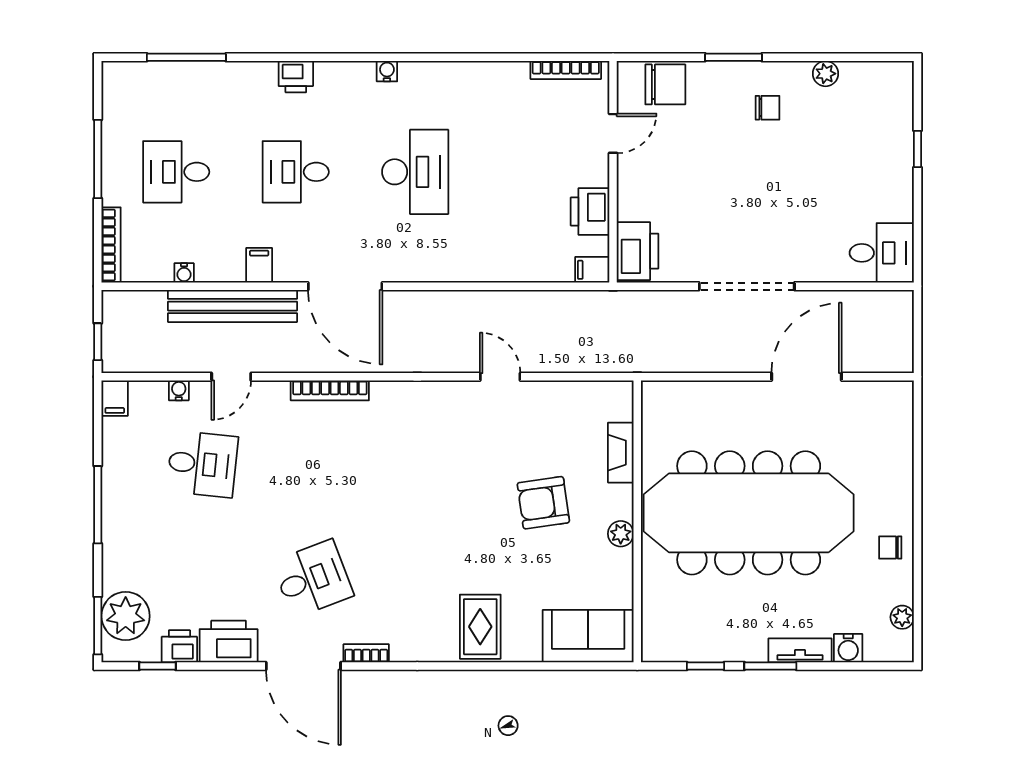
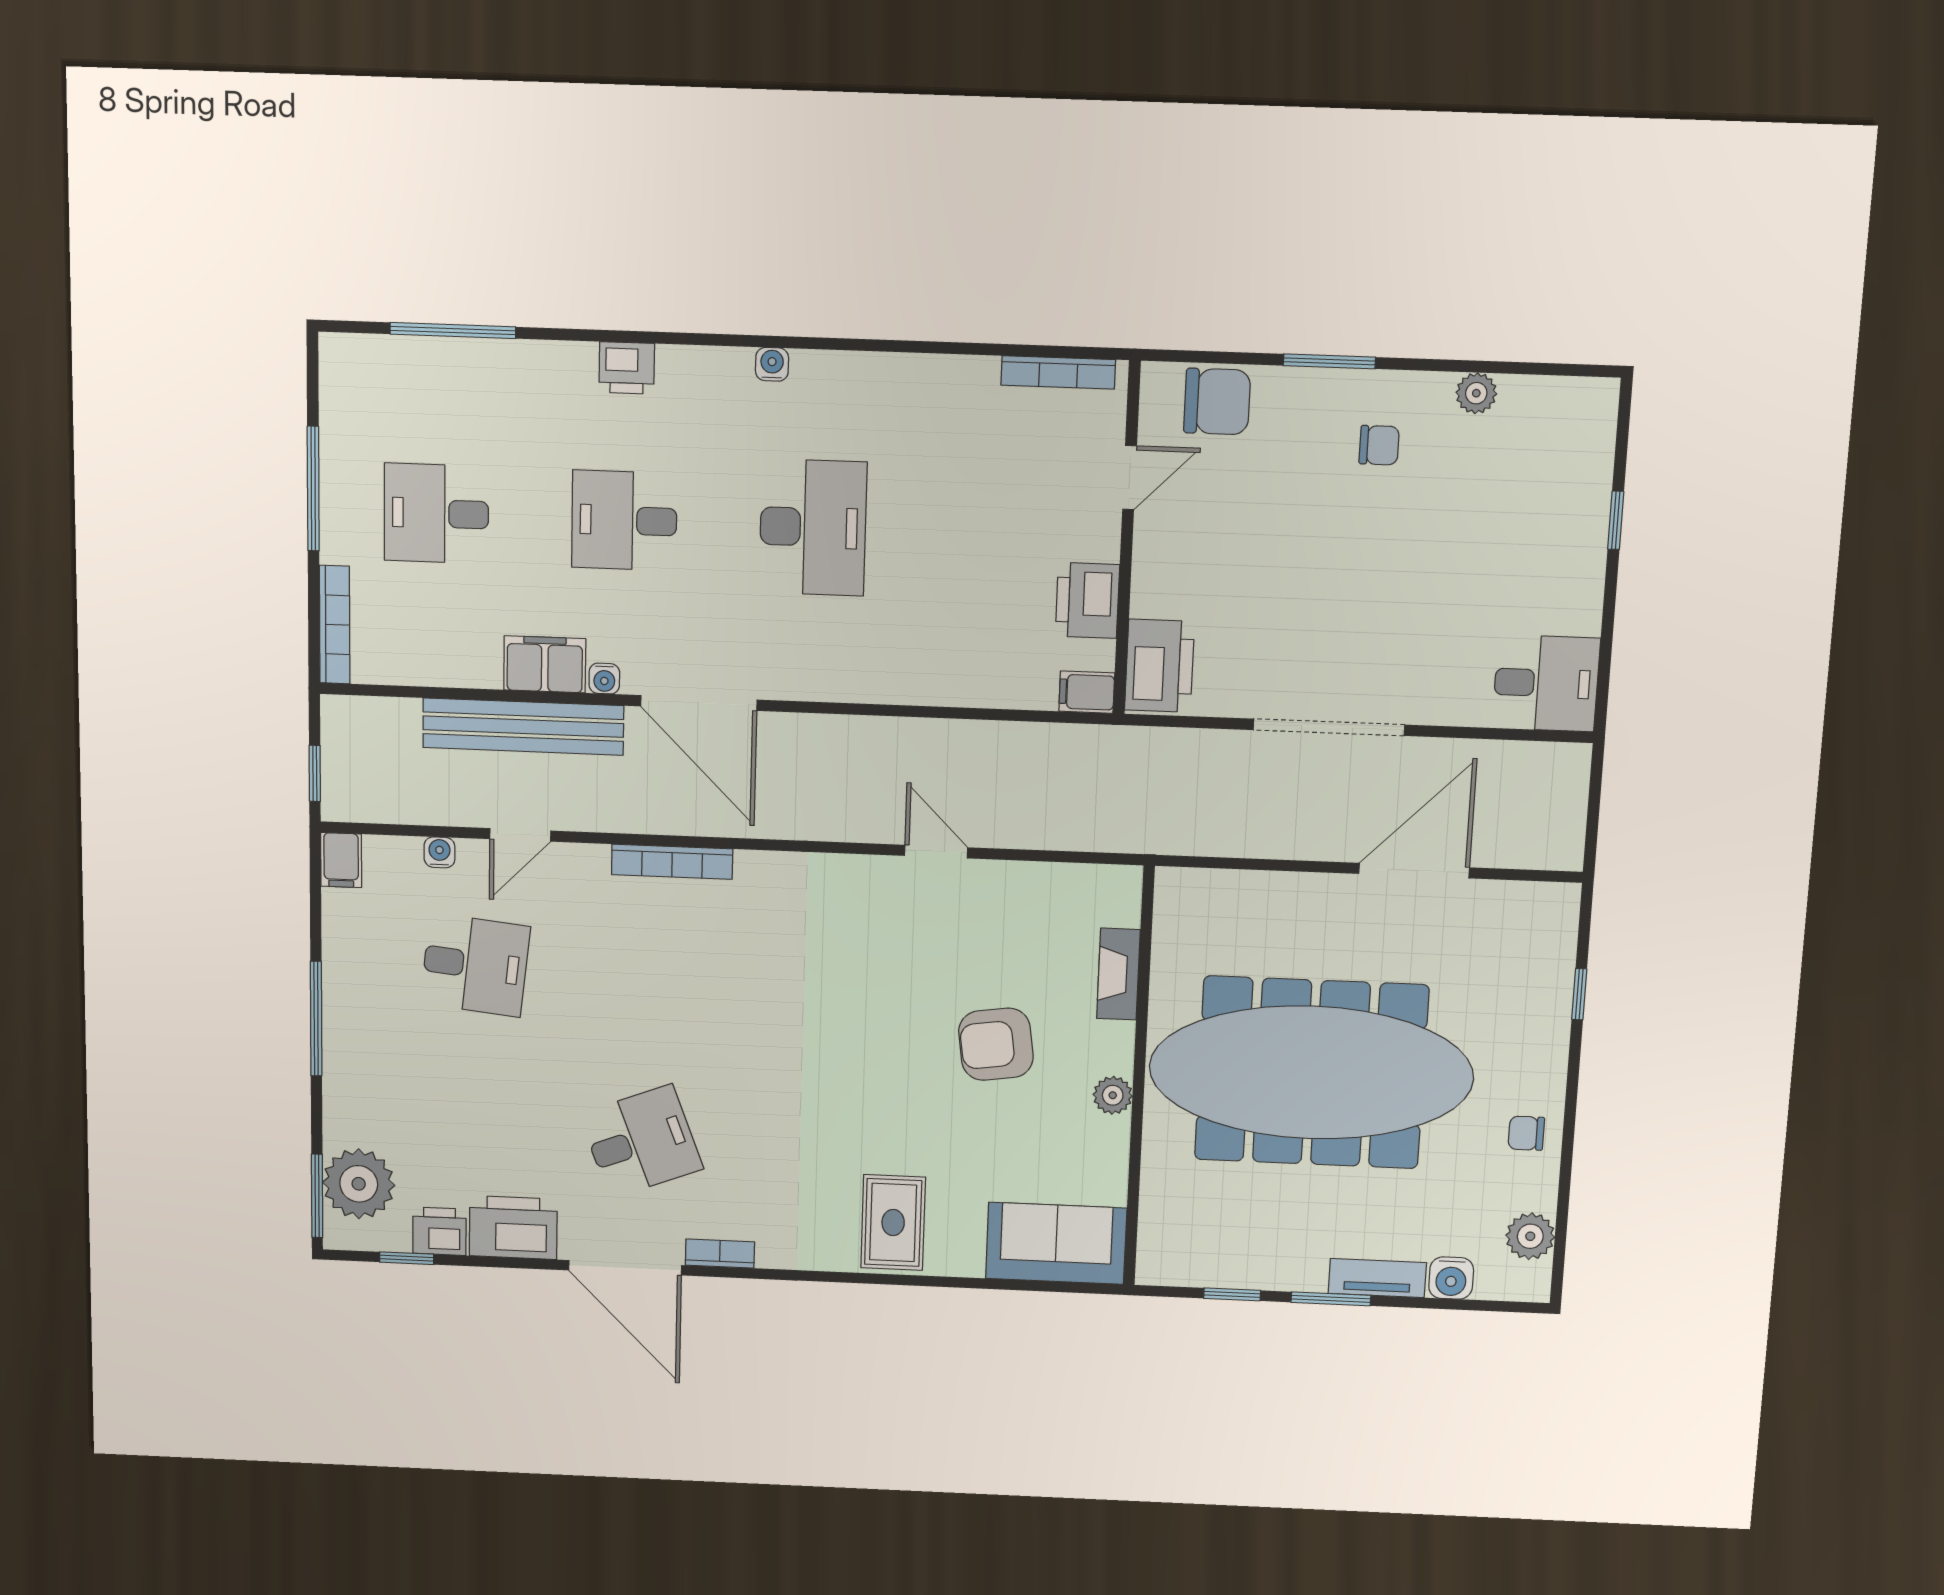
filing cabinet: (259, 265) -> (545, 664), width x2.00
water cooler: (184, 273) -> (604, 679), moved
window: (917, 453) -> (1579, 994), added
plant: (902, 617) -> (1530, 1236), width x1.38, depth x1.38

